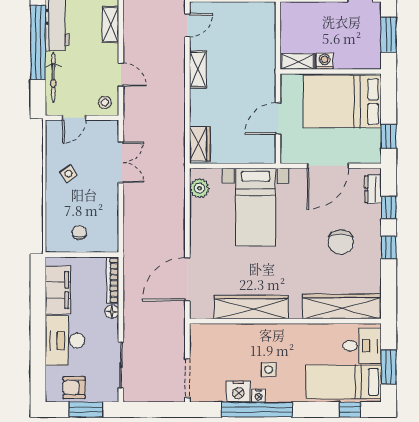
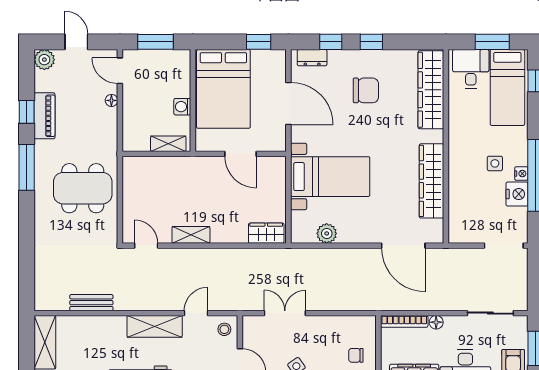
shelving: (110, 25) -> (155, 326), width x1.50, depth x1.33
shelving: (298, 62) -> (168, 144), moved, turned 90
plant: (199, 188) -> (327, 233), moved

